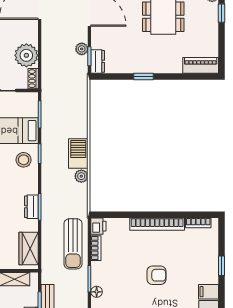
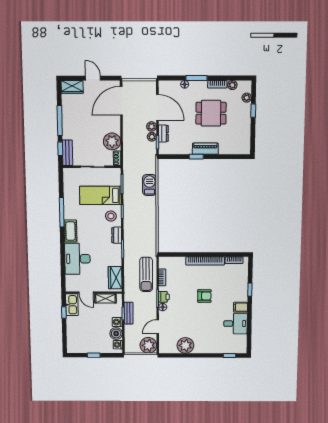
dresser: (98, 61) -> (163, 133), moved
piano: (201, 65) -> (205, 149), moved
barbecue: (78, 153) -> (149, 185), moved
plant: (81, 176) -> (152, 126), moved
dresser: (31, 207) -> (117, 235), moved
printer: (98, 226) -> (164, 297), moved

